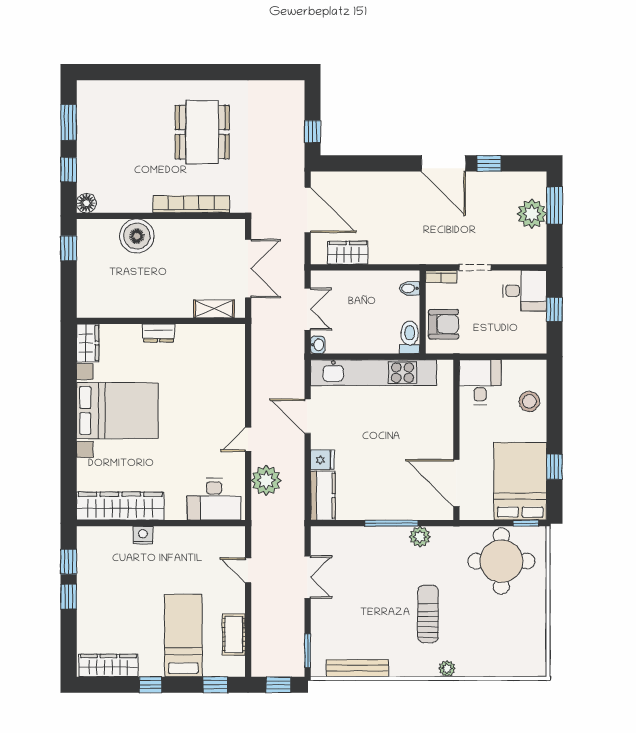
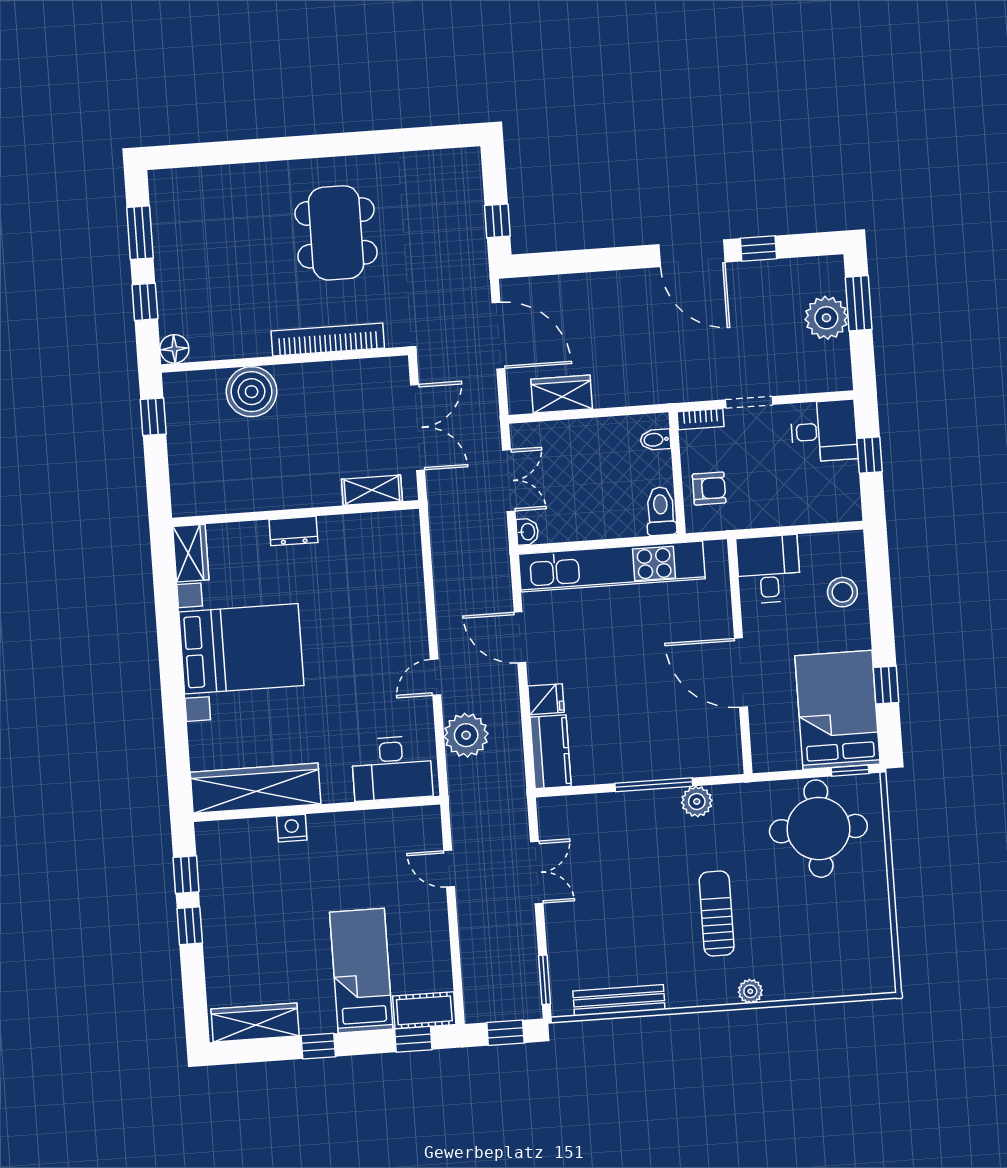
armchair: (444, 324) -> (709, 488), width x0.72, depth x0.72
door: (456, 483) -> (741, 673), moved
cot: (234, 635) -> (424, 1010), moved, turned 90

